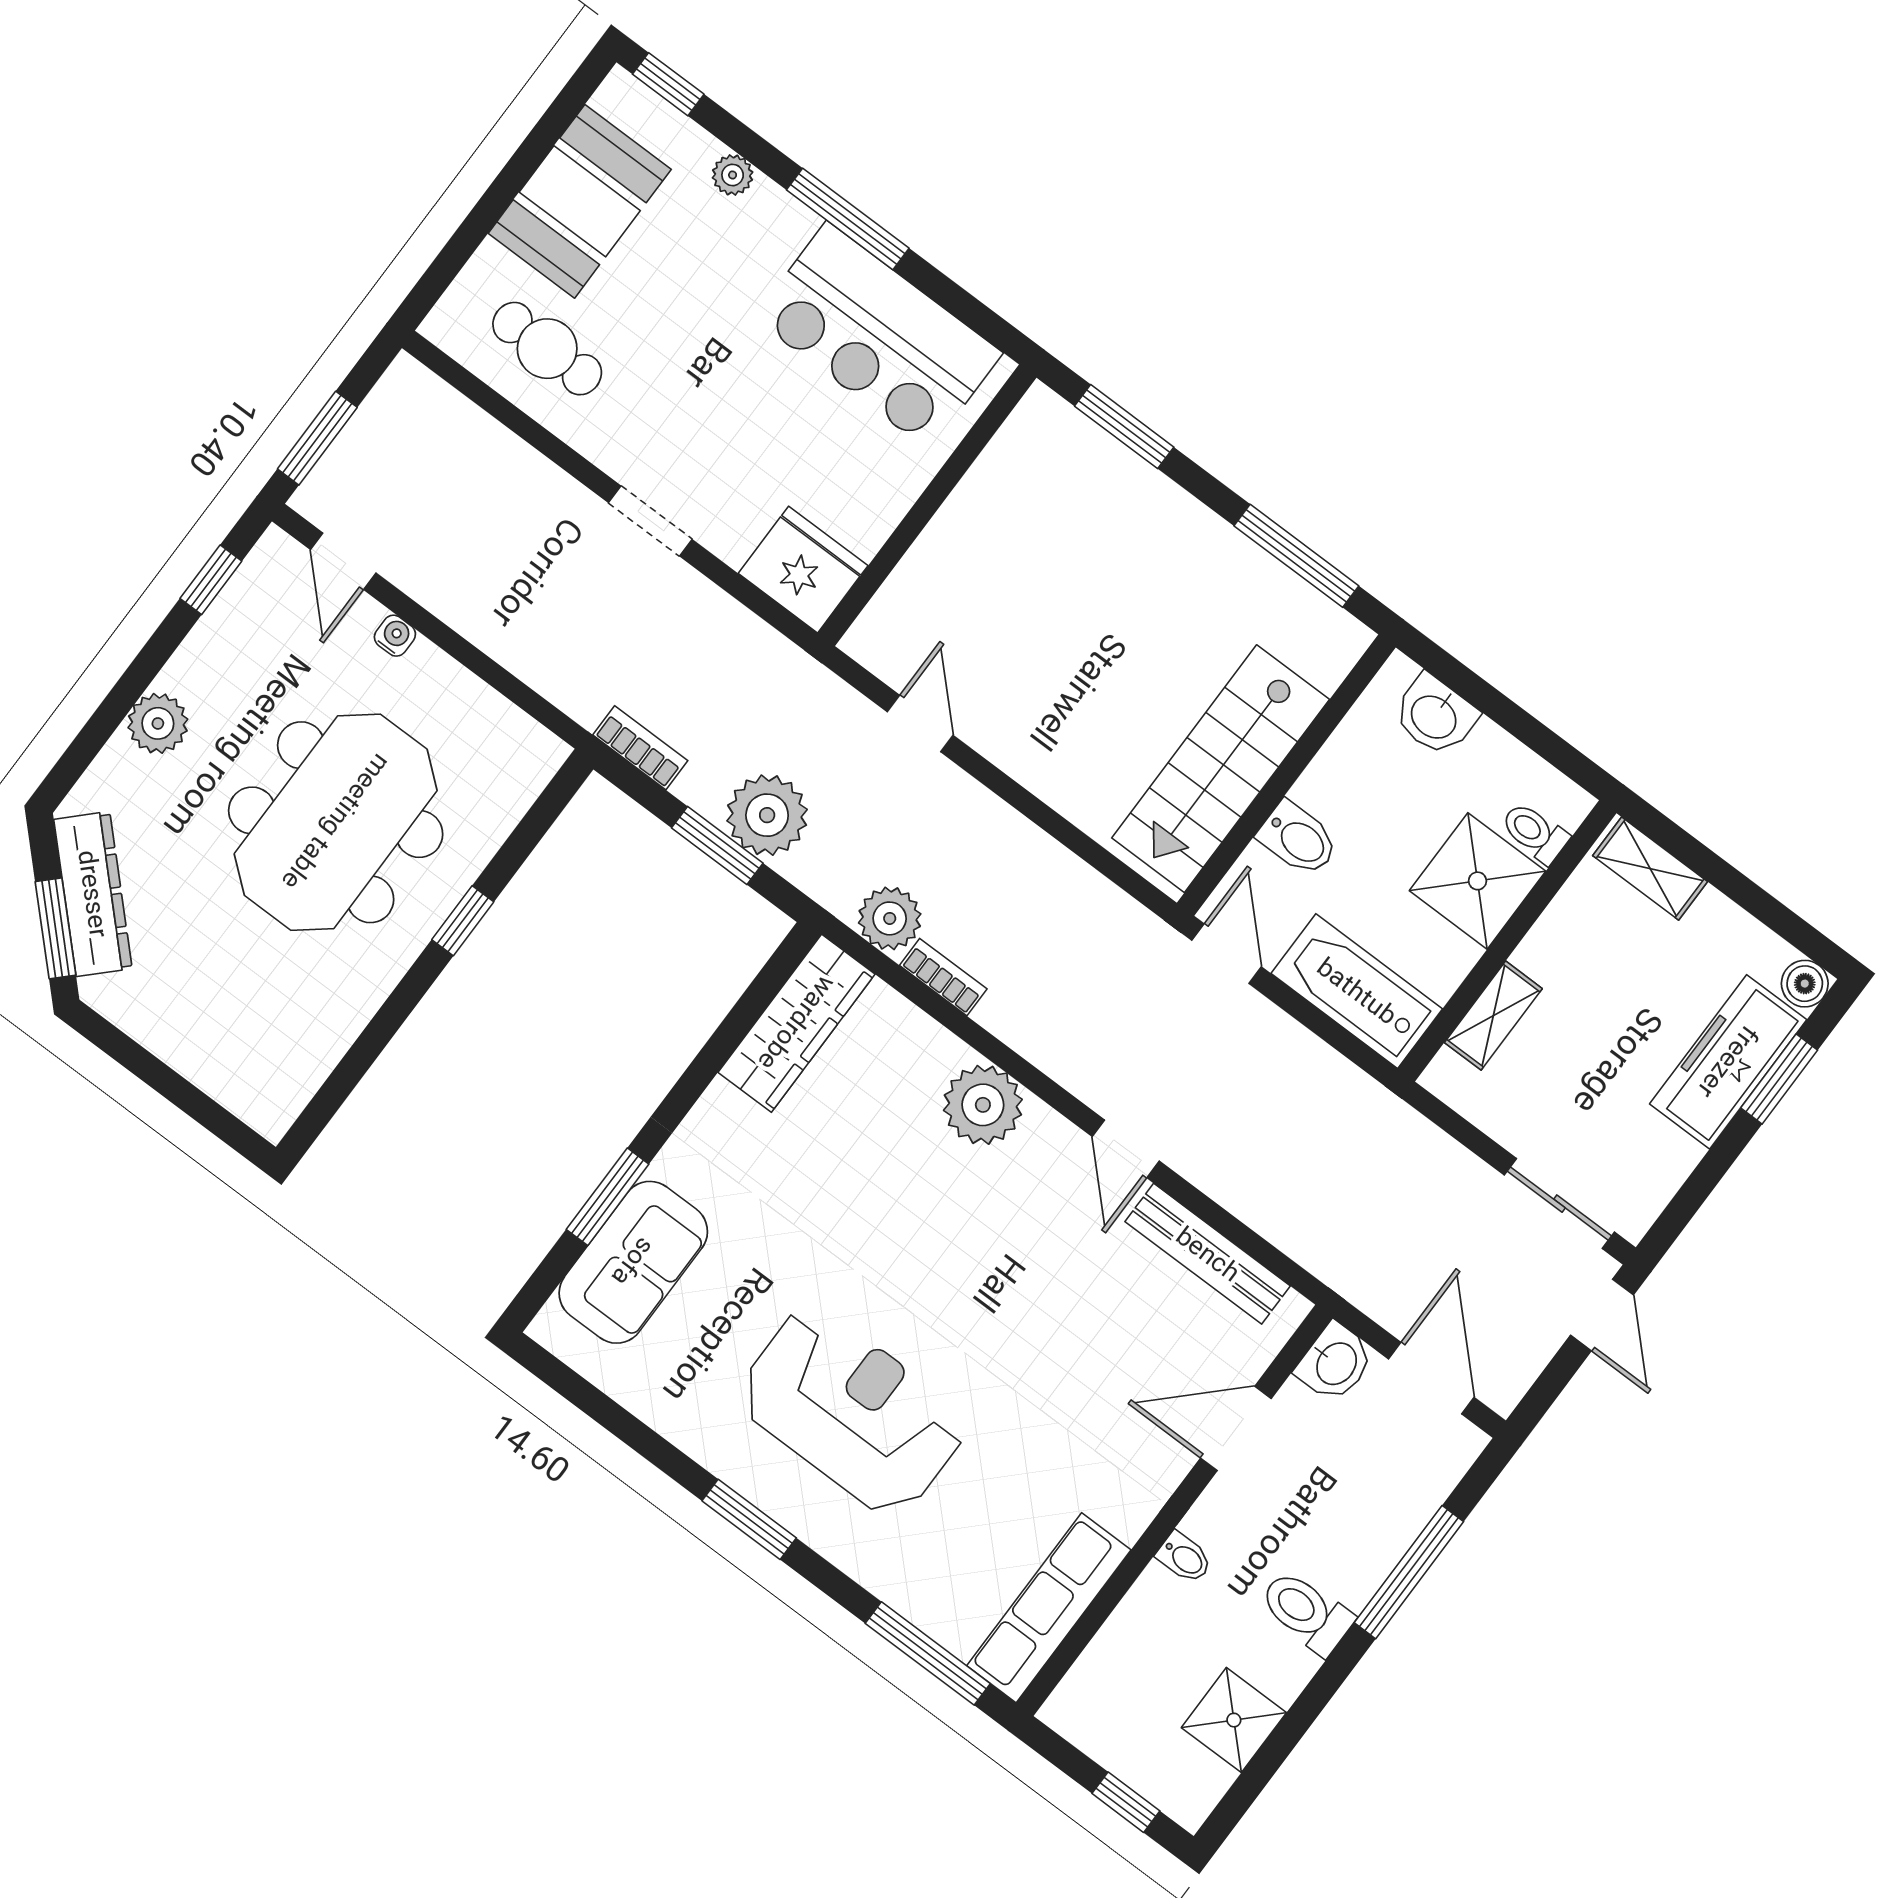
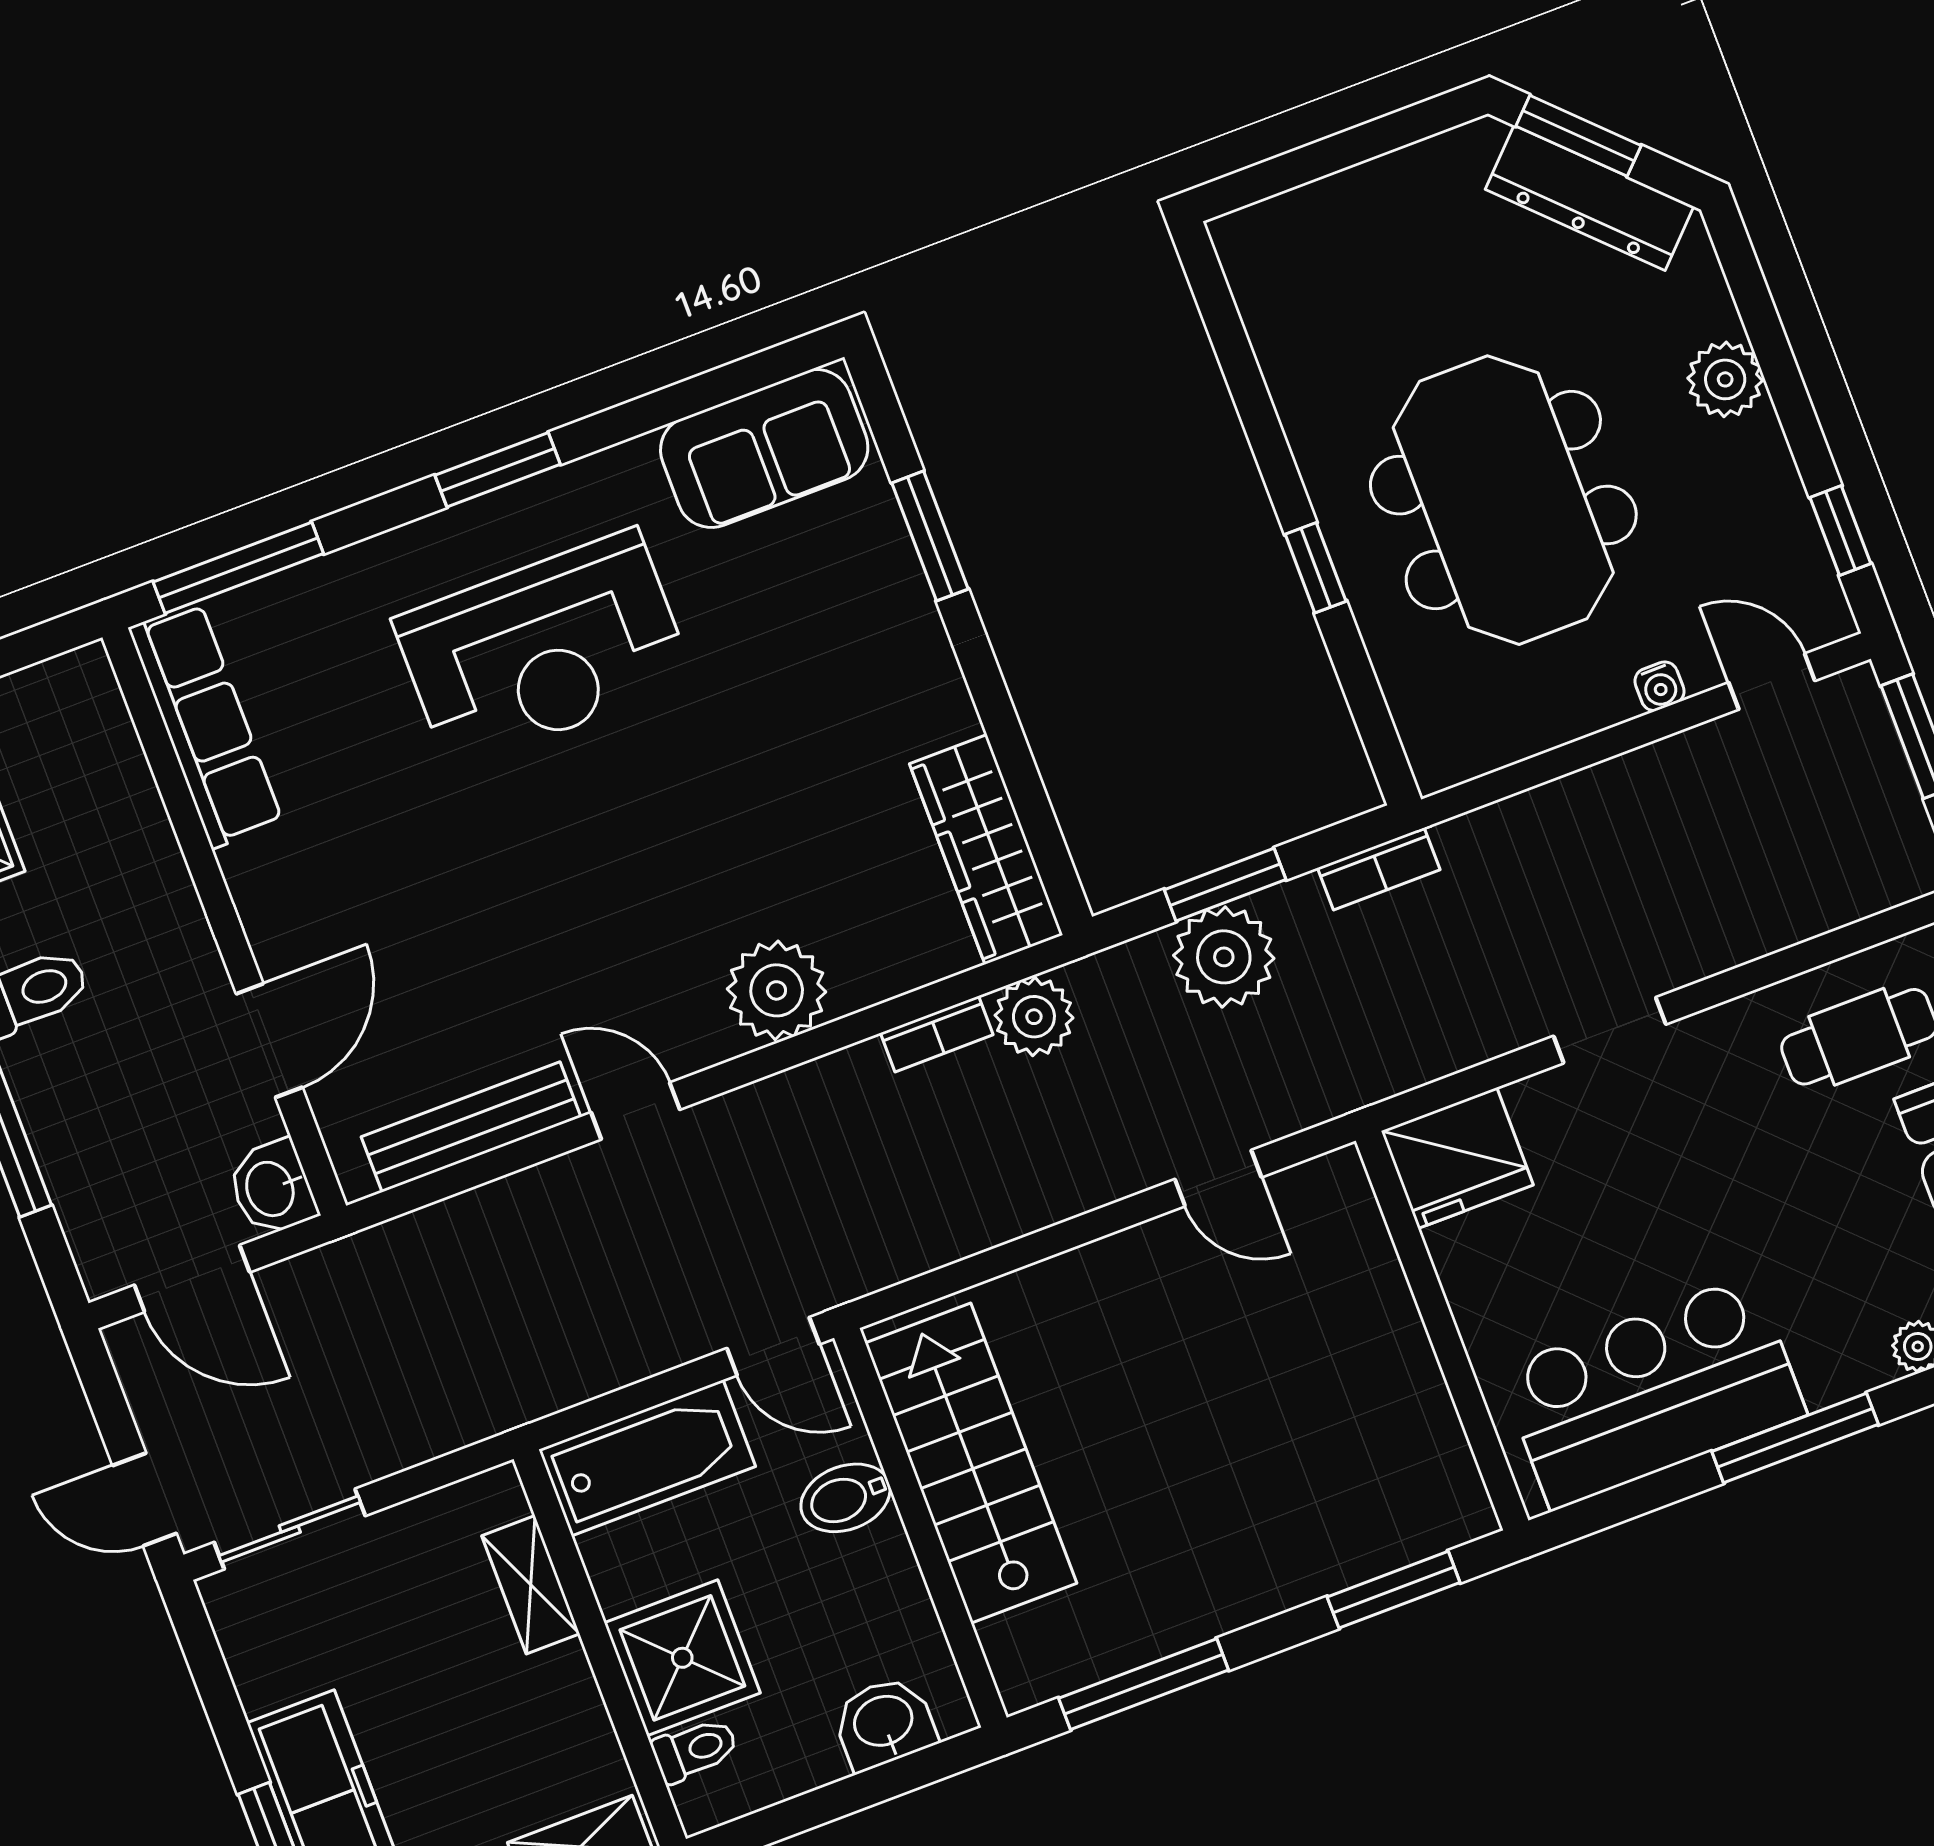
sofa: (633, 1262) -> (764, 449), moved, turned -90
bidet: (1184, 1558) -> (168, 900), removed

